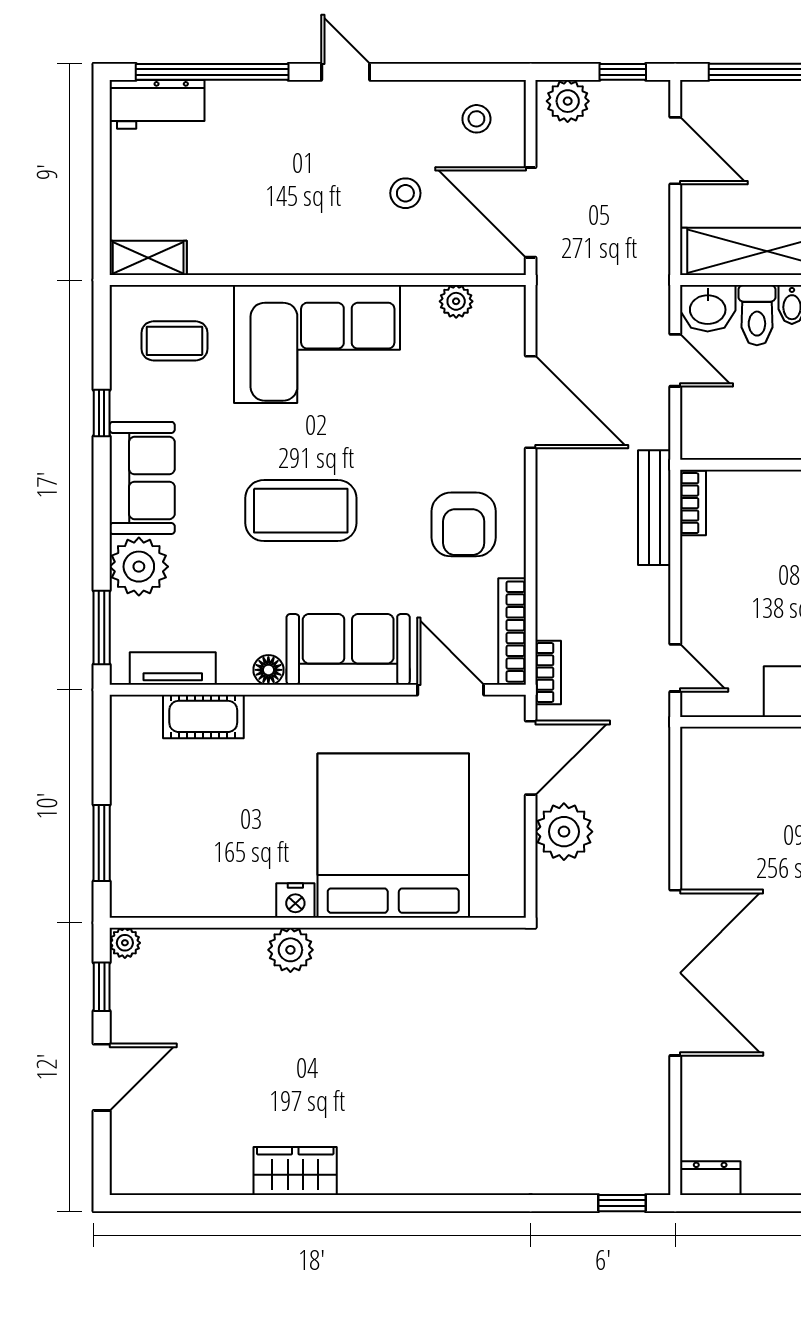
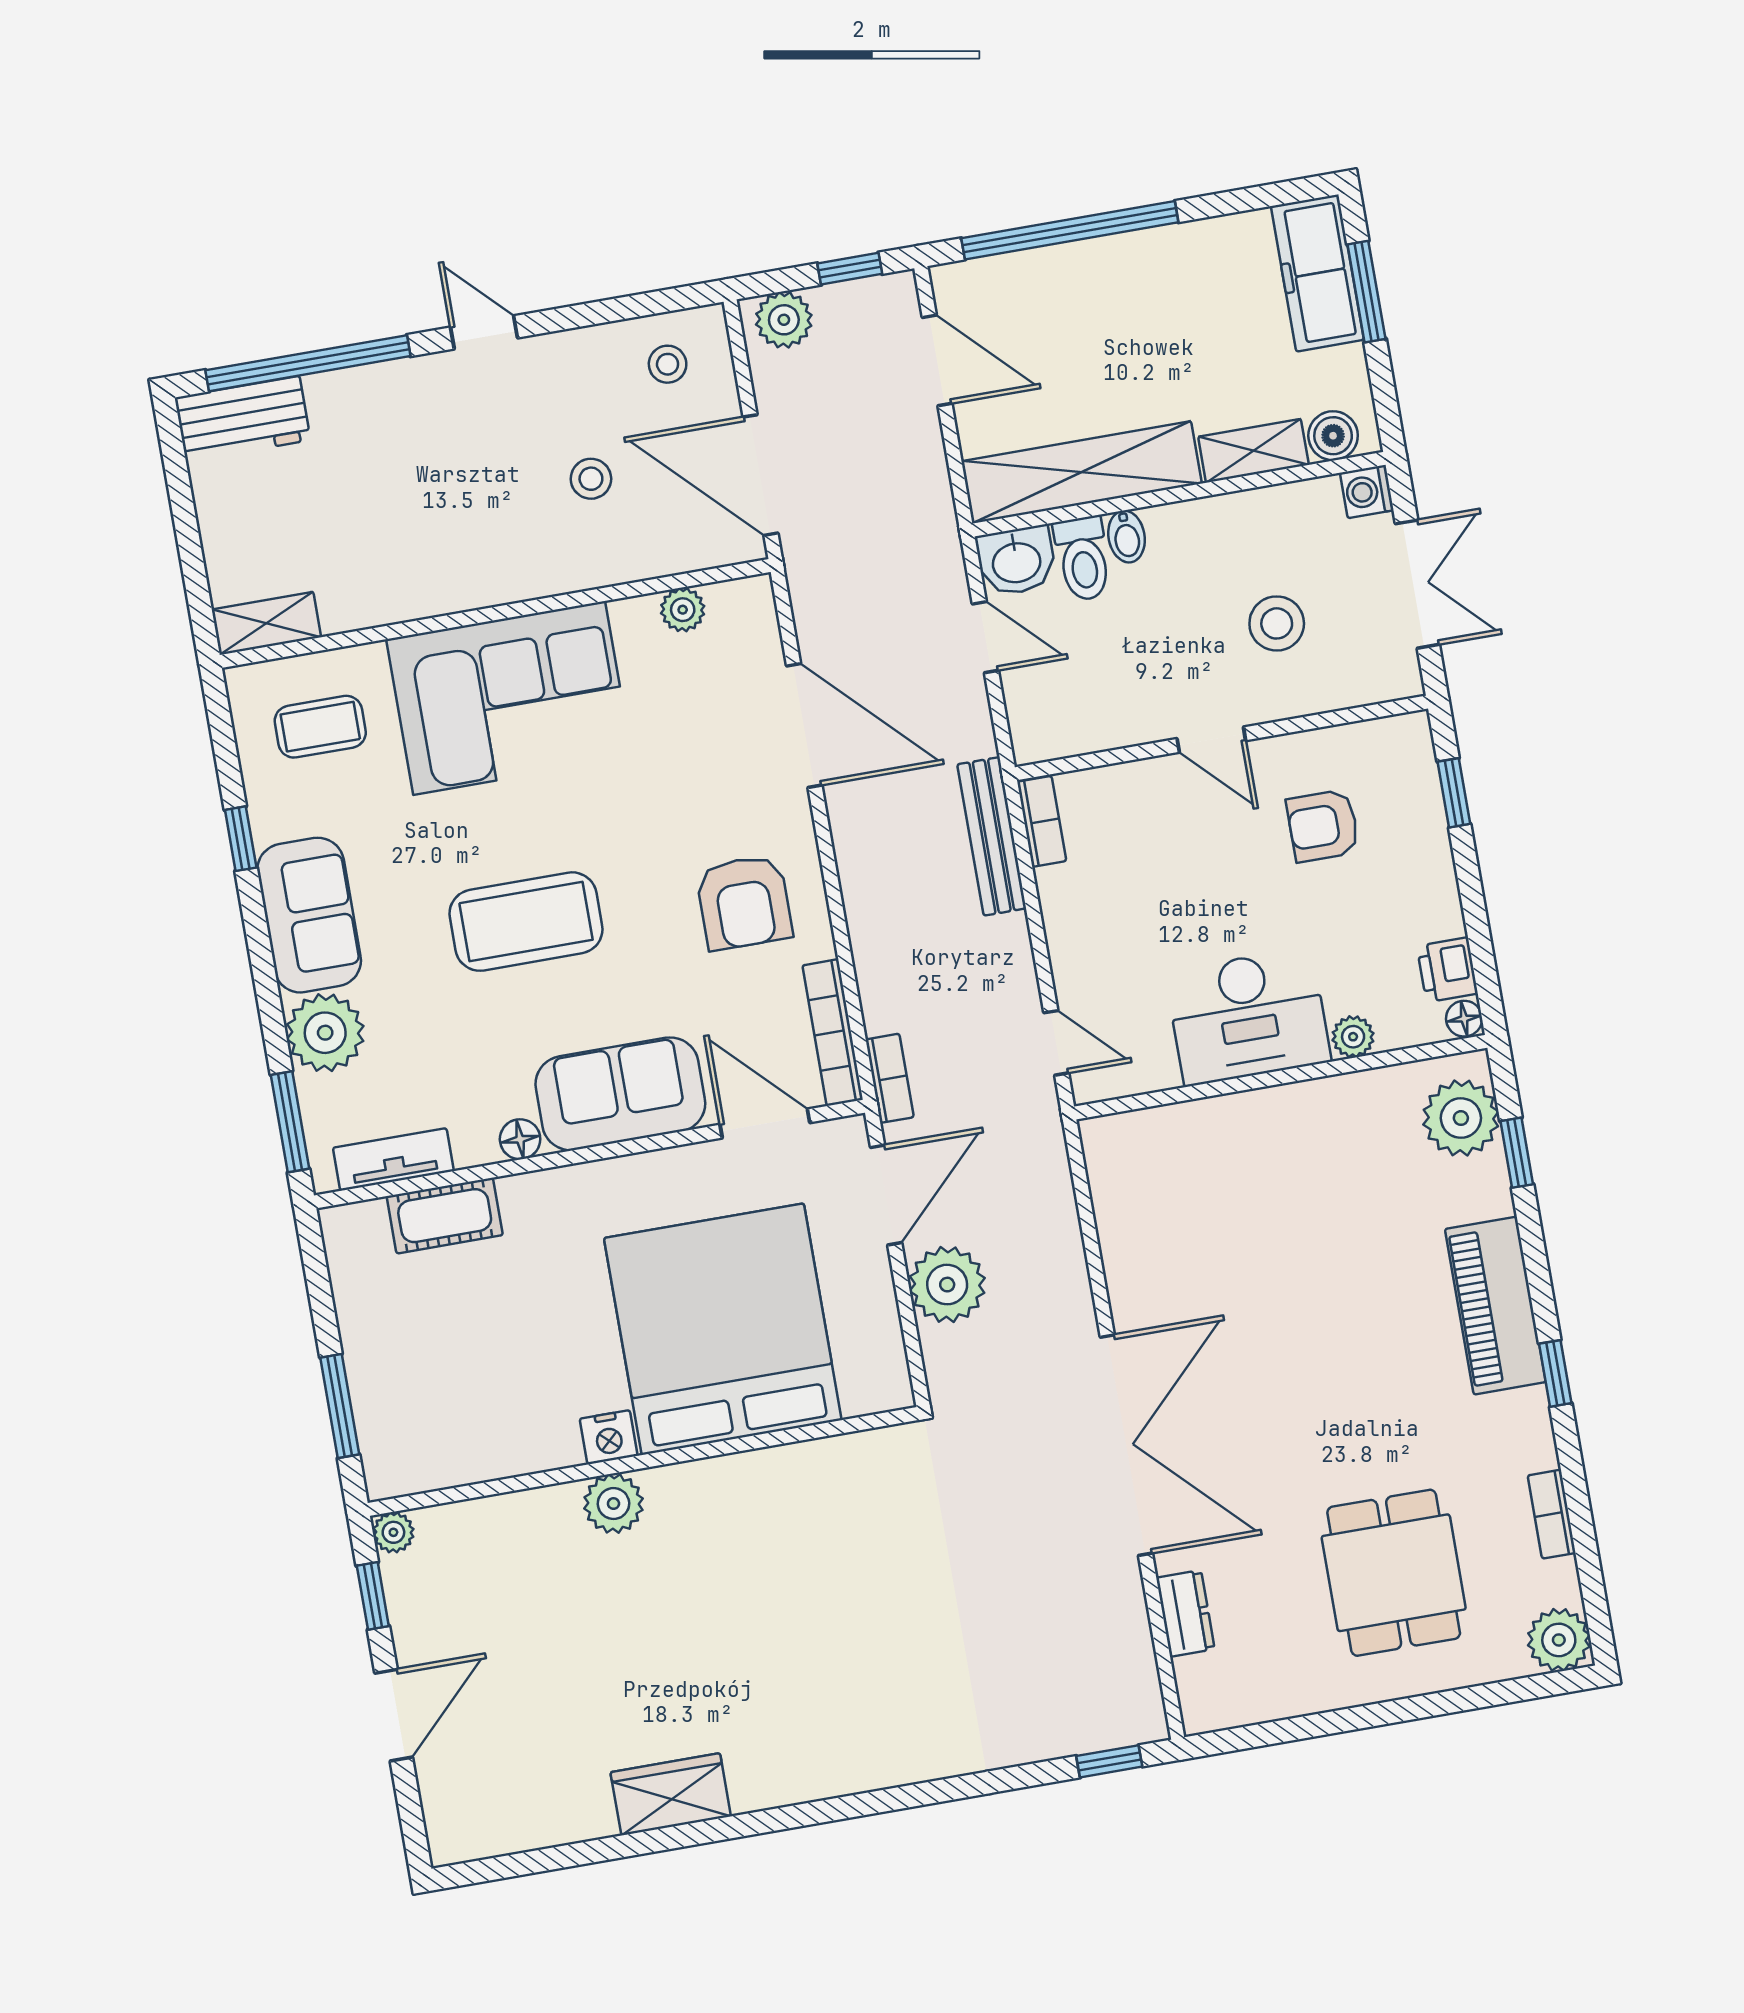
dresser: (710, 1178) -> (1185, 1613), moved, turned 90

